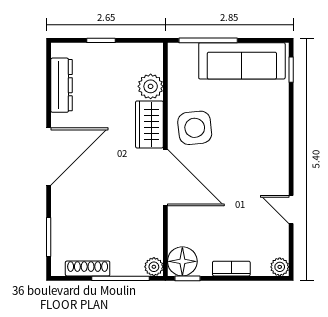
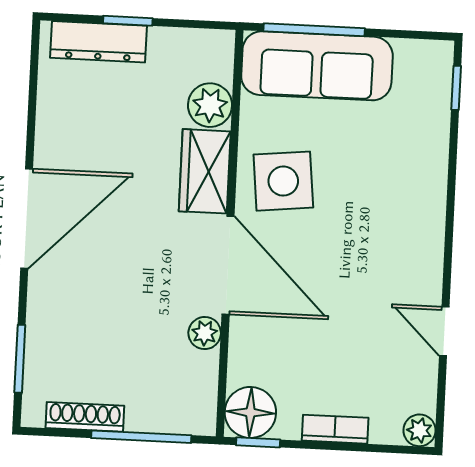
sofa: (242, 61) -> (317, 66), moved
dresser: (62, 85) -> (98, 42), moved, turned 90
plant: (154, 267) -> (205, 333), moved

